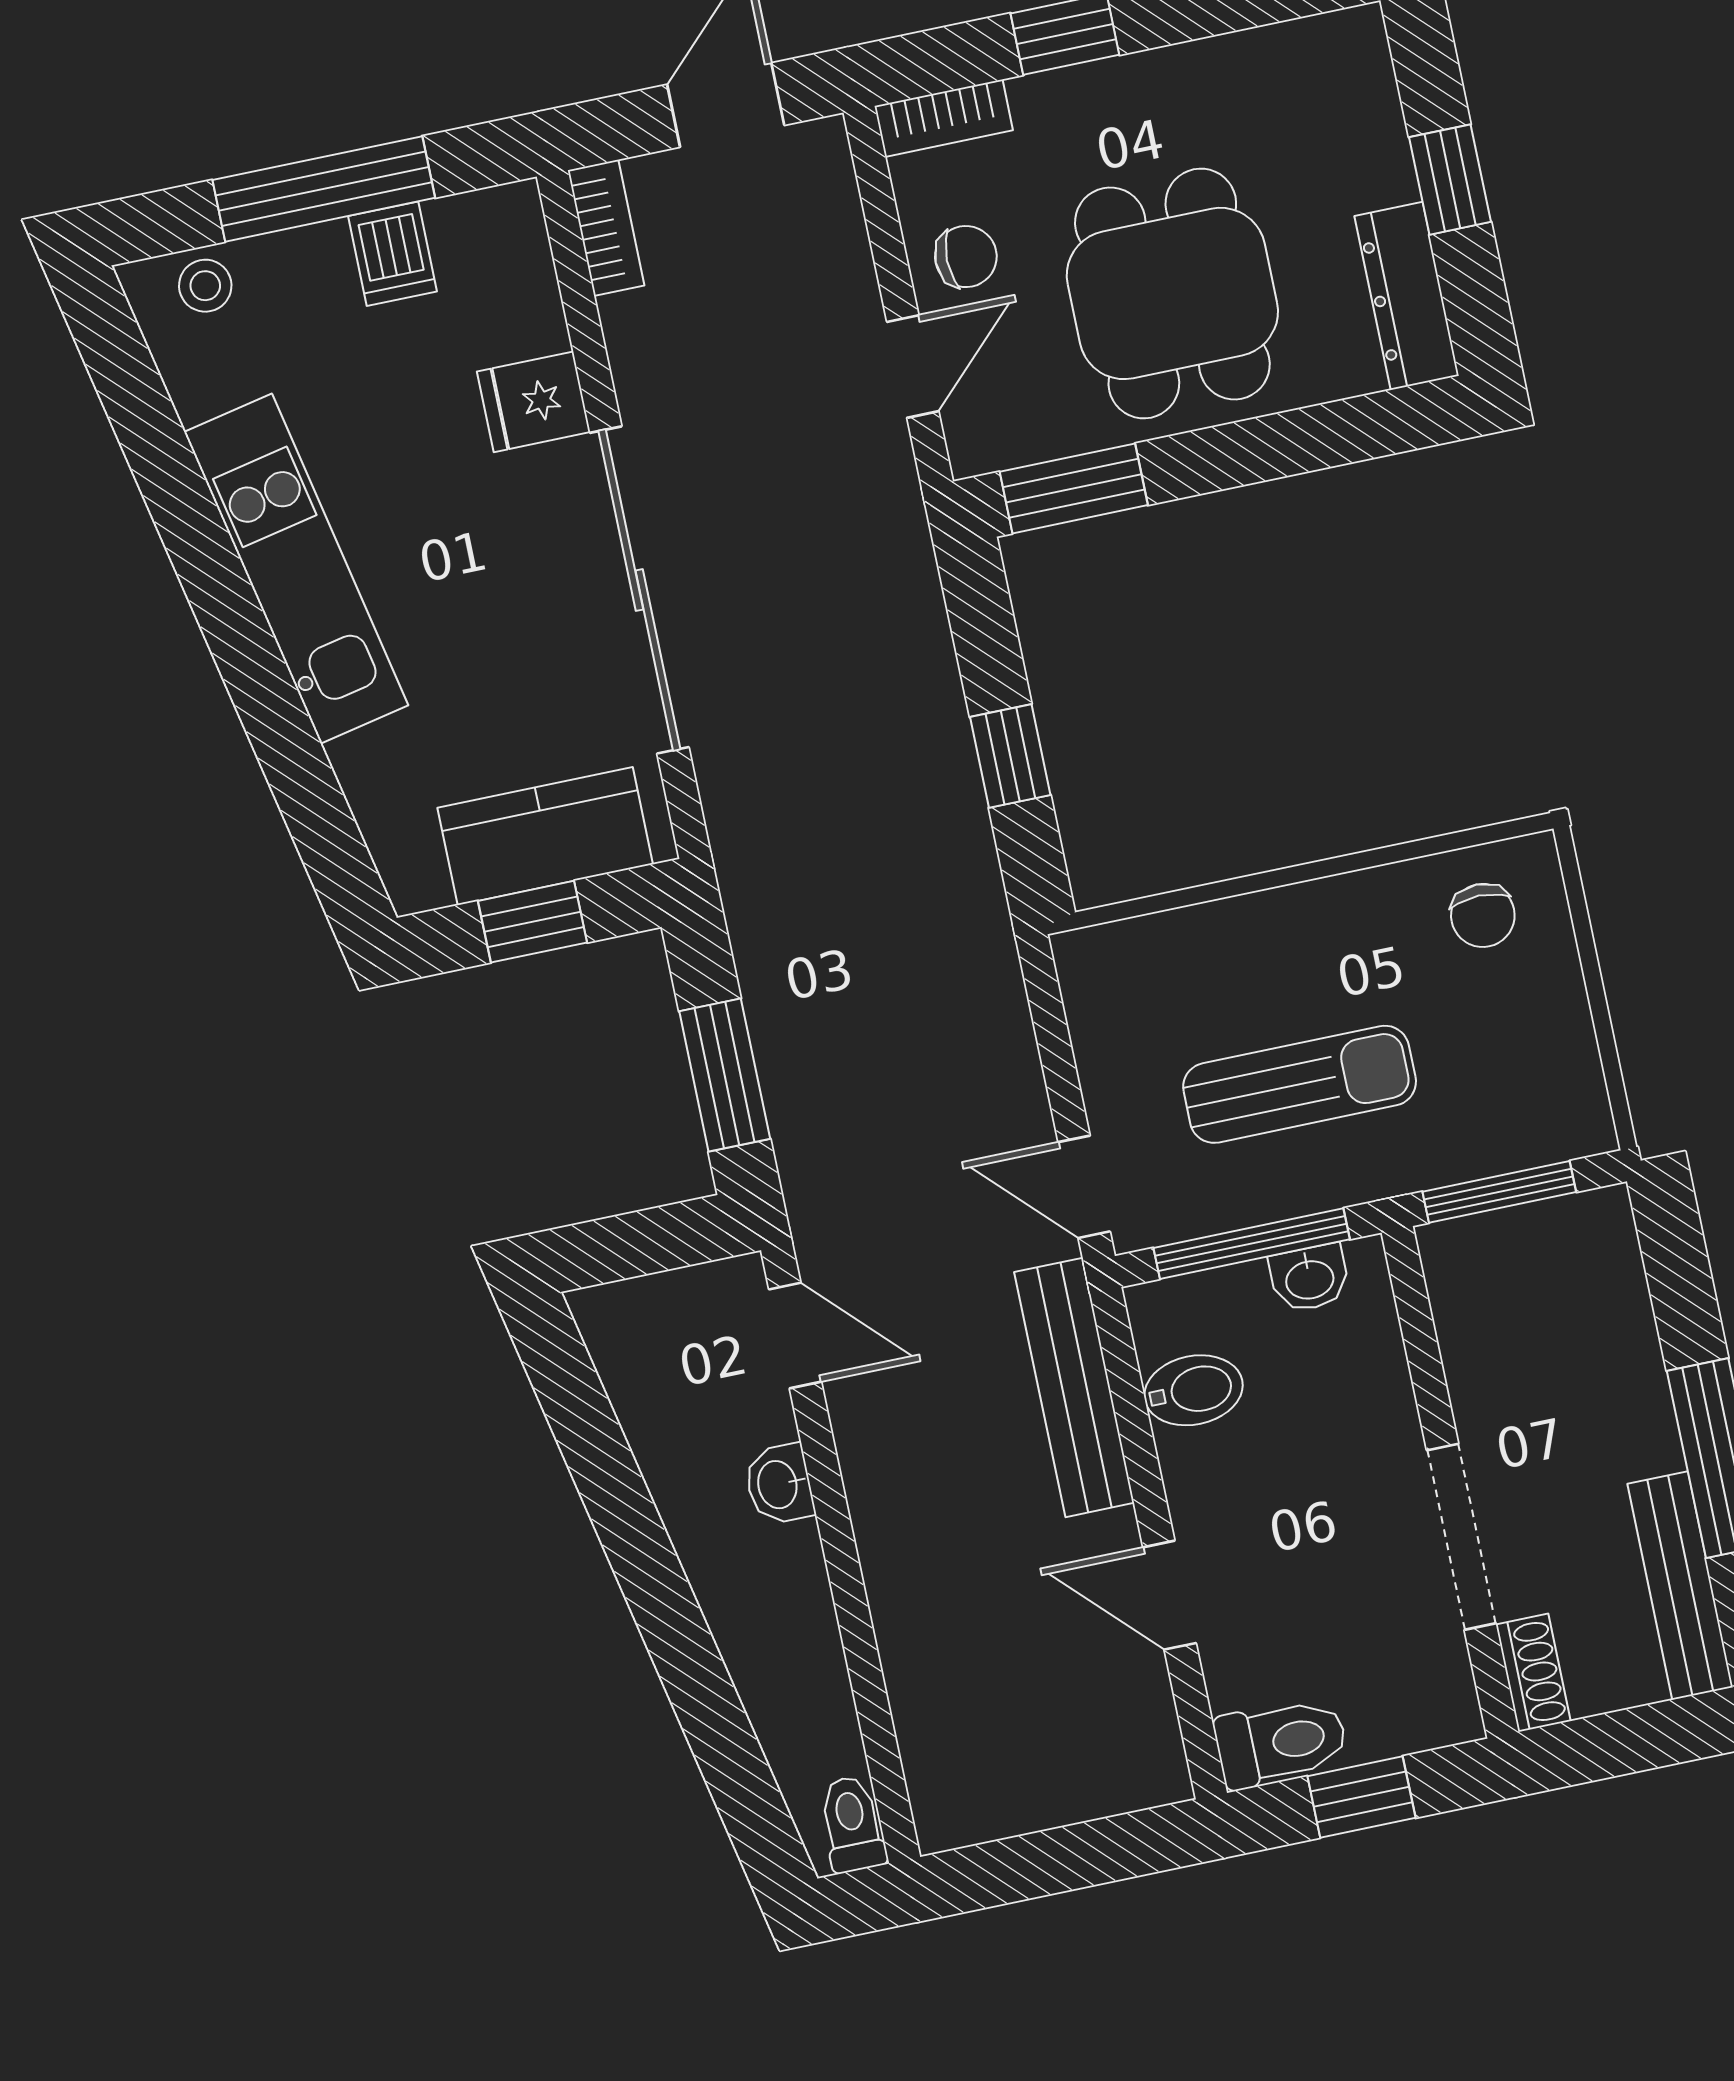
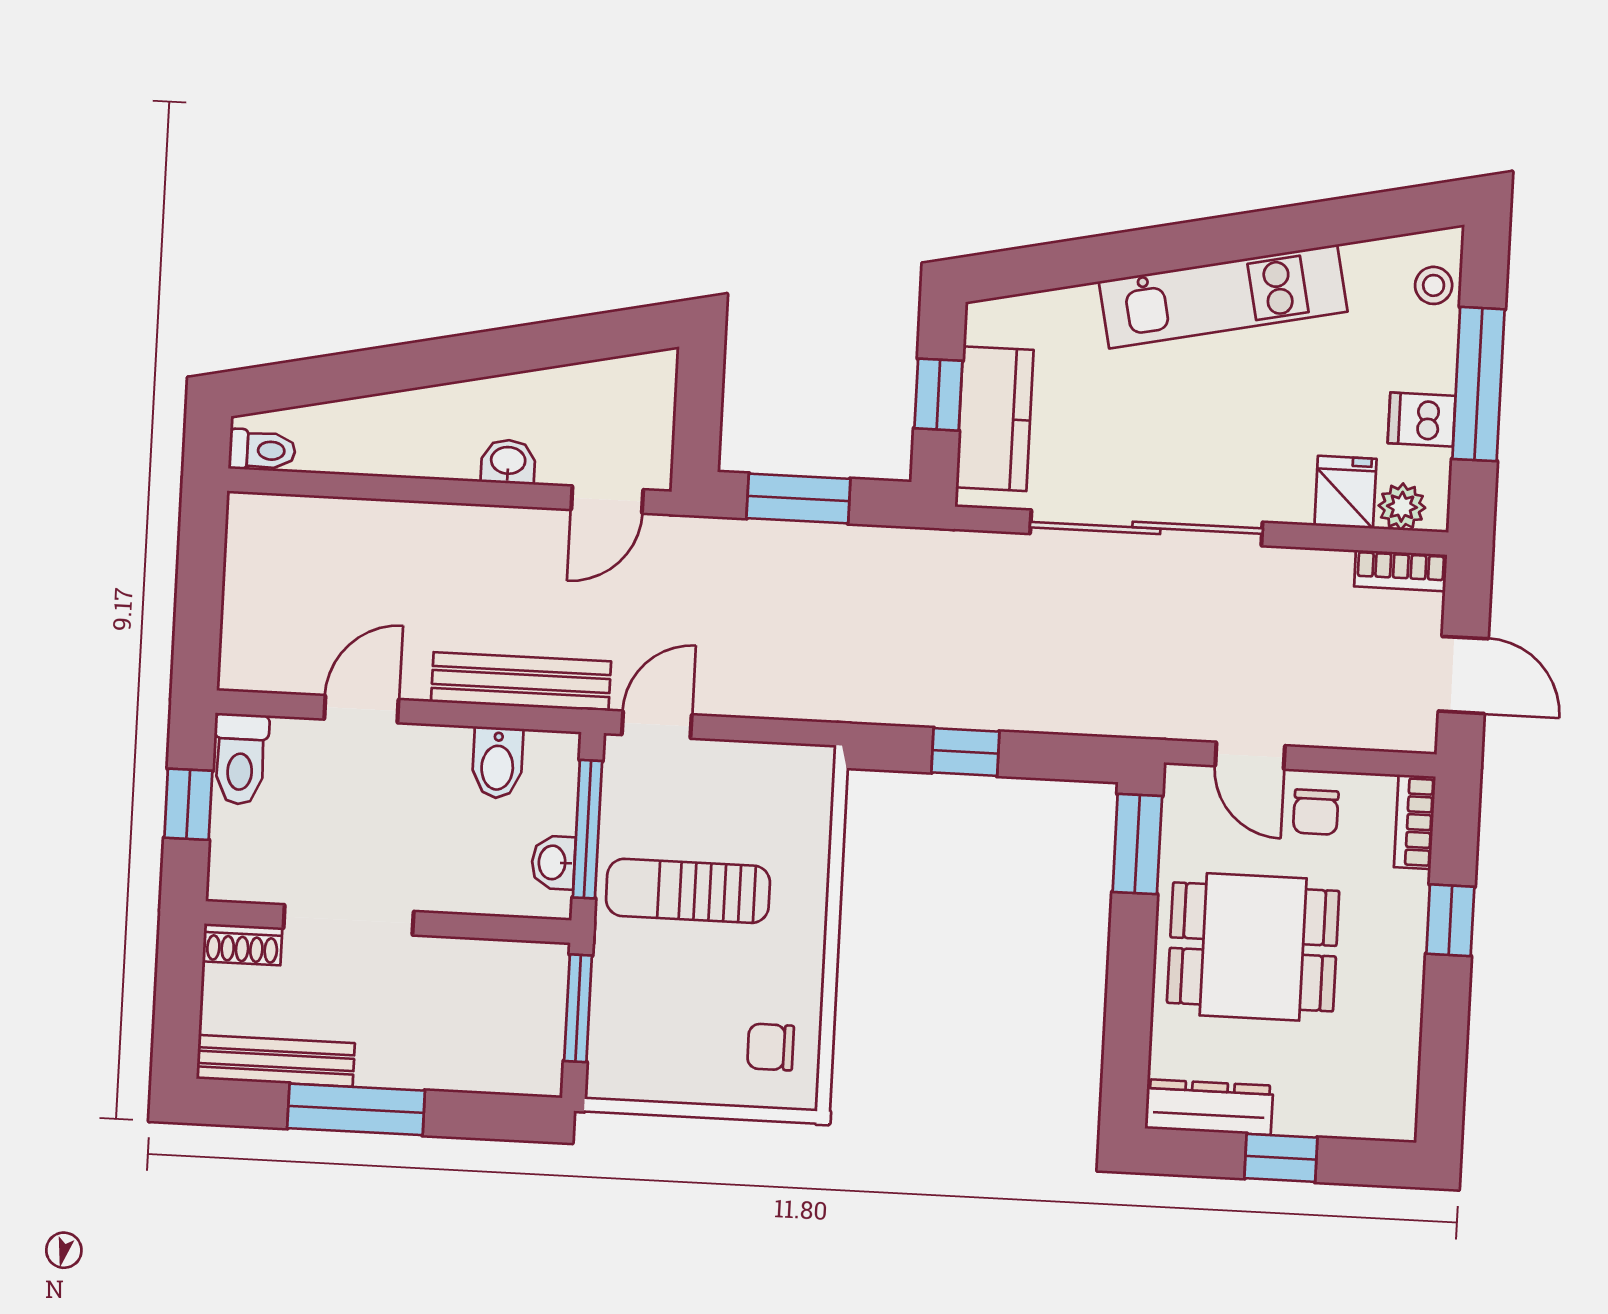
plant: (518, 249) -> (1402, 507), added
fridge: (534, 402) -> (1345, 492), moved
sun lounger: (1300, 1084) -> (688, 891), turned 90

